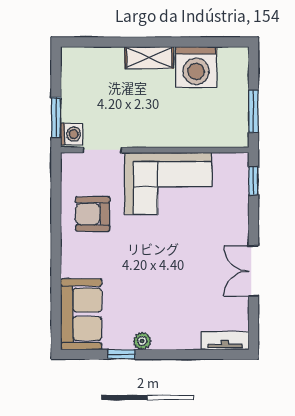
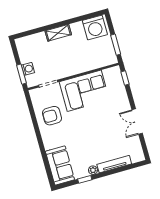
washing machine: (196, 67) -> (95, 27), moved
washing machine: (71, 134) -> (28, 69), moved
tv unit: (225, 341) -> (114, 164), moved, width x1.41

